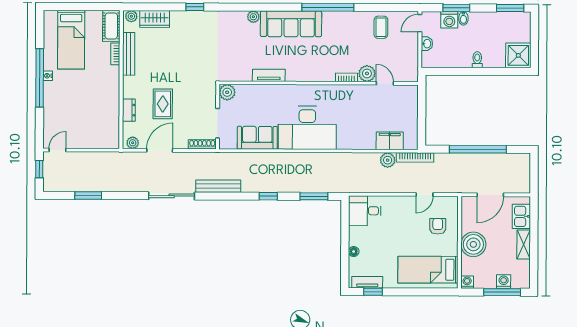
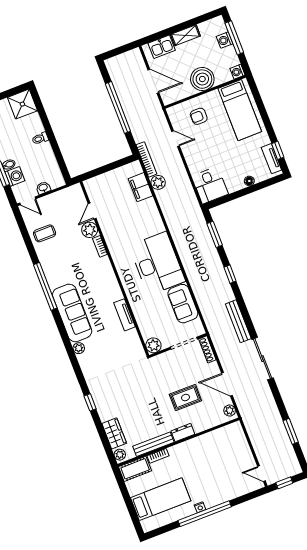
dresser: (129, 110) -> (183, 433), moved

